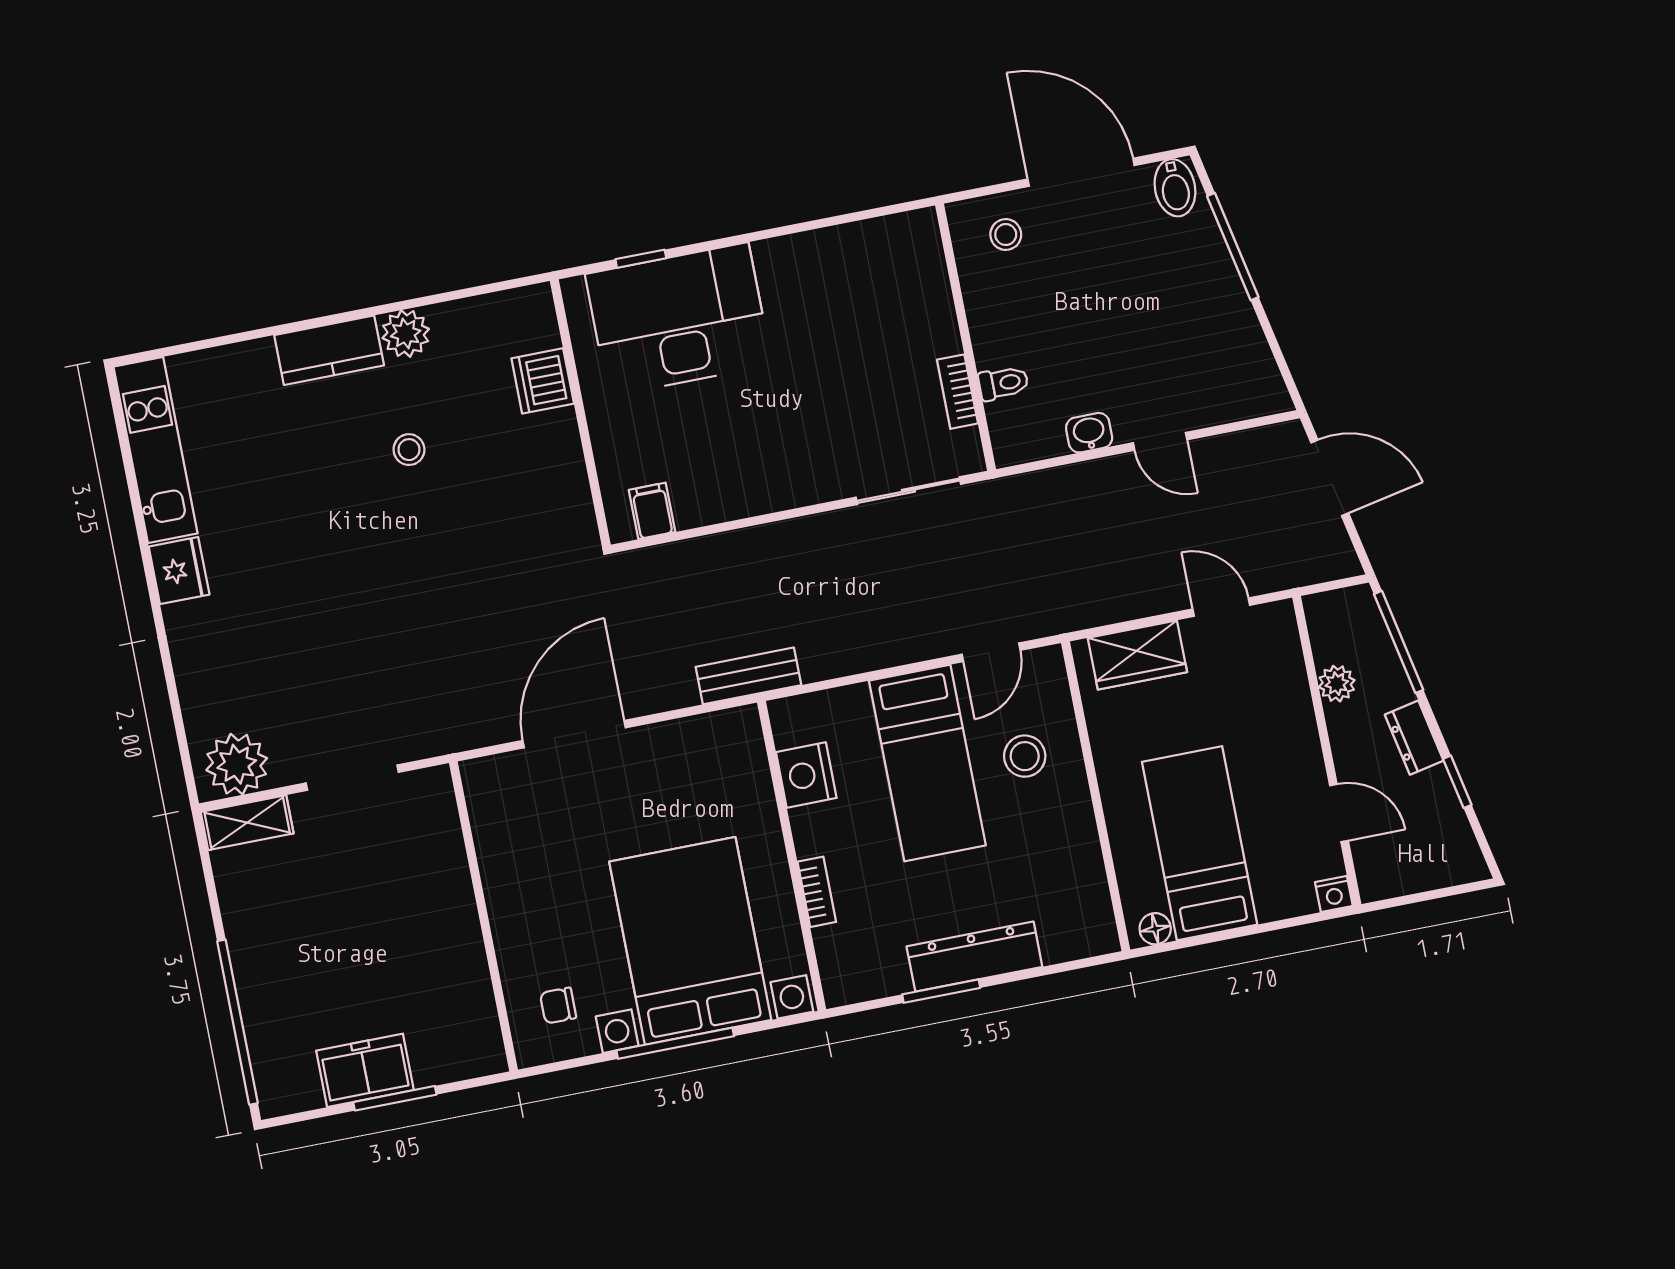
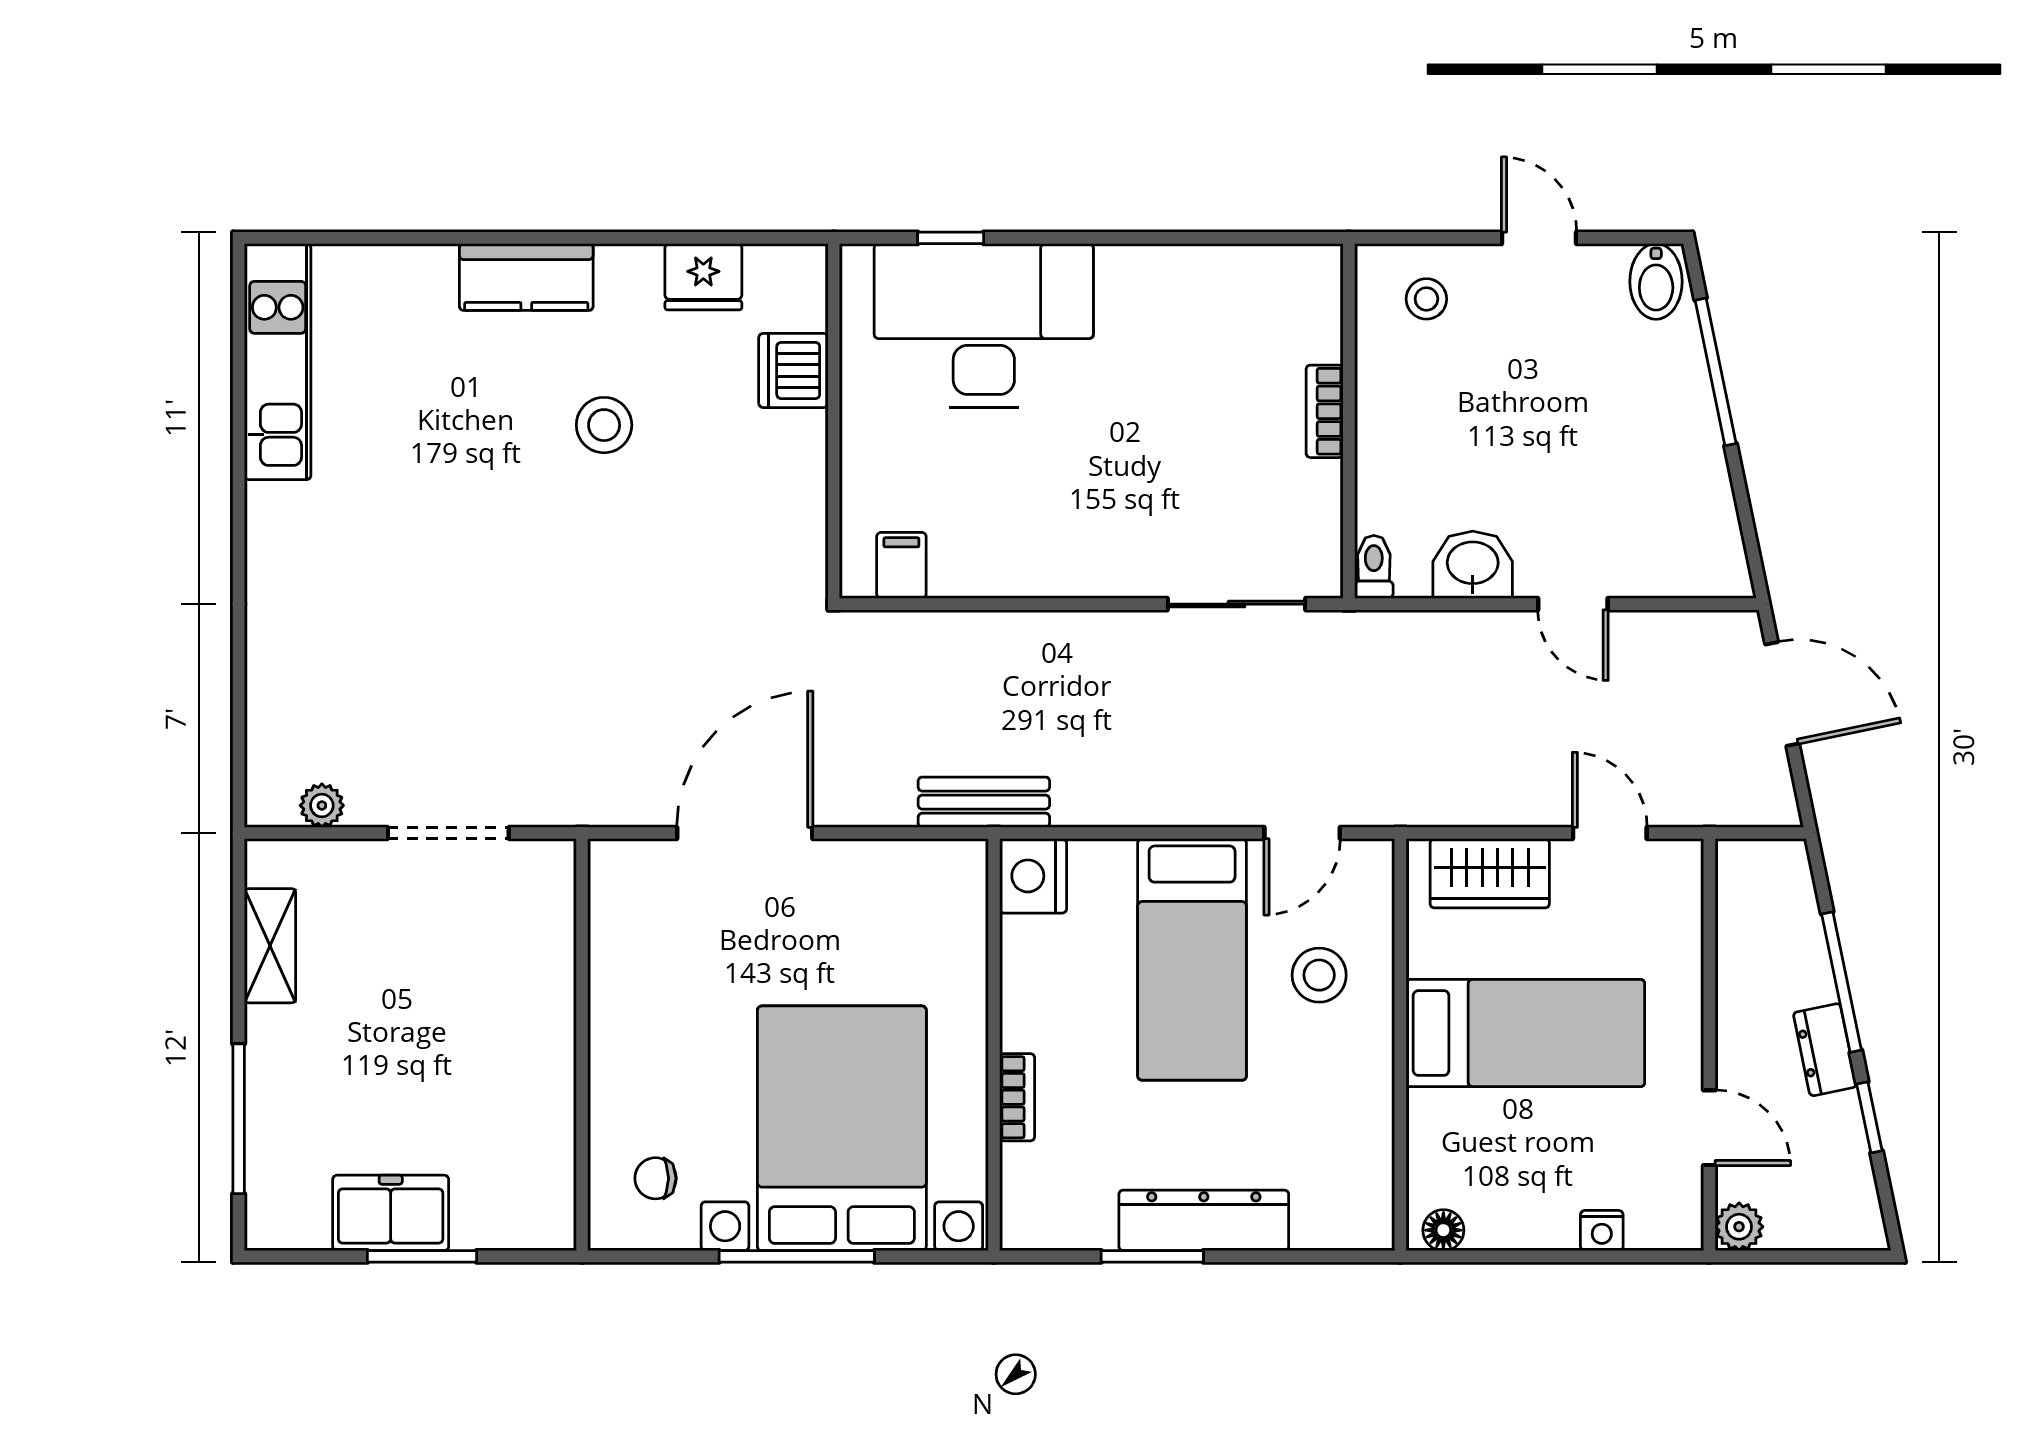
door: (1081, 172) -> (1539, 238), width x0.53
plant: (406, 334) -> (629, 275), removed
toilet: (1003, 383) -> (1374, 567), moved, turned -90
bookcase: (957, 392) -> (1325, 411), moved
washbasin: (1089, 433) -> (1473, 565), width x1.38, depth x1.45
stool: (409, 450) -> (604, 425), width x1.37, depth x1.37
fridge: (179, 571) -> (703, 277), moved, turned 90
window: (1399, 642) -> (1842, 982), moved
plant: (1337, 684) -> (1739, 1227), moved
plant: (237, 764) -> (322, 805), width x0.53, depth x0.53
nightstand: (806, 775) -> (1033, 876), moved
shelving: (247, 823) -> (270, 946), moved, turned 90
bed: (1200, 843) -> (1525, 1033), moved, turned 90
nightstand: (1334, 894) -> (1602, 1231), moved
window: (237, 1022) -> (239, 1119), width x0.68

